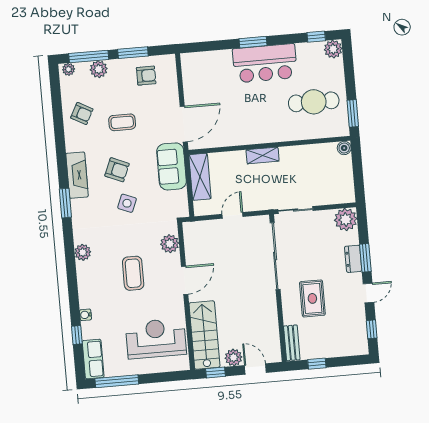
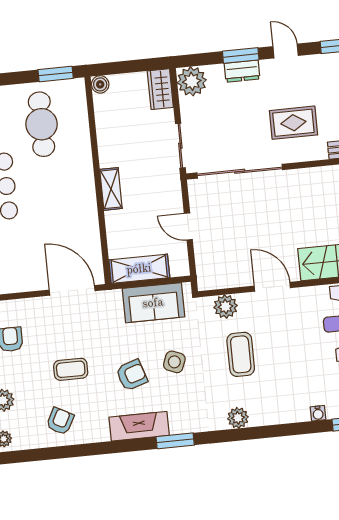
coffee table: (122, 122) -> (71, 369), turned 90
sofa: (172, 166) -> (153, 303), moved
armchair: (117, 170) -> (132, 375), turned 49
wardrobe: (340, 195) -> (160, 89), added
coffee table: (133, 273) -> (241, 354), moved, turned 90

